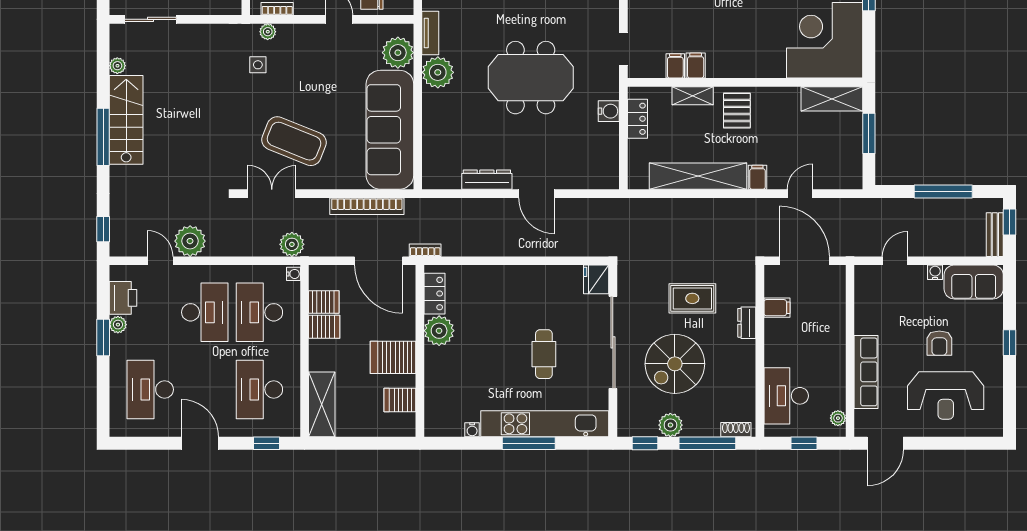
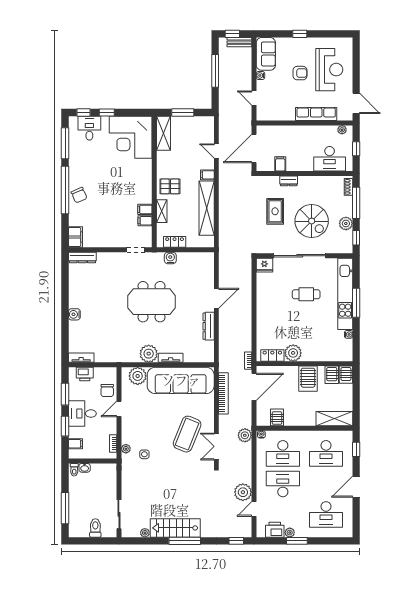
tv unit: (430, 33) -> (171, 358), moved
meeting table: (531, 78) -> (152, 302), turned 90
server rack: (324, 327) -> (346, 375), moved, turned 180

